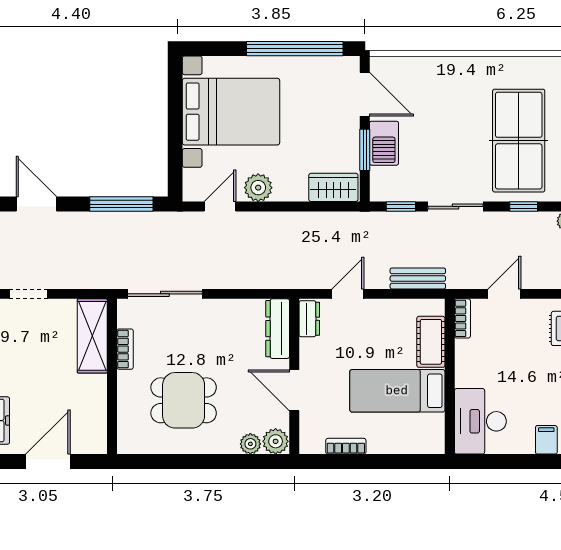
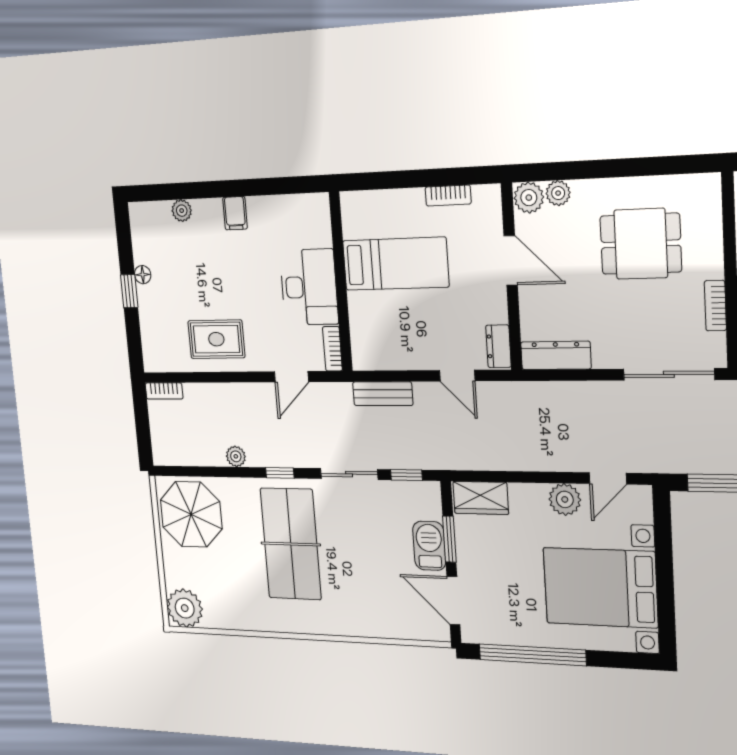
door: (348, 294) -> (457, 376), hinge flipped
dresser: (278, 329) -> (556, 355), moved, turned -90
cot: (431, 342) -> (364, 322), removed
desk: (480, 421) -> (309, 287), moved

